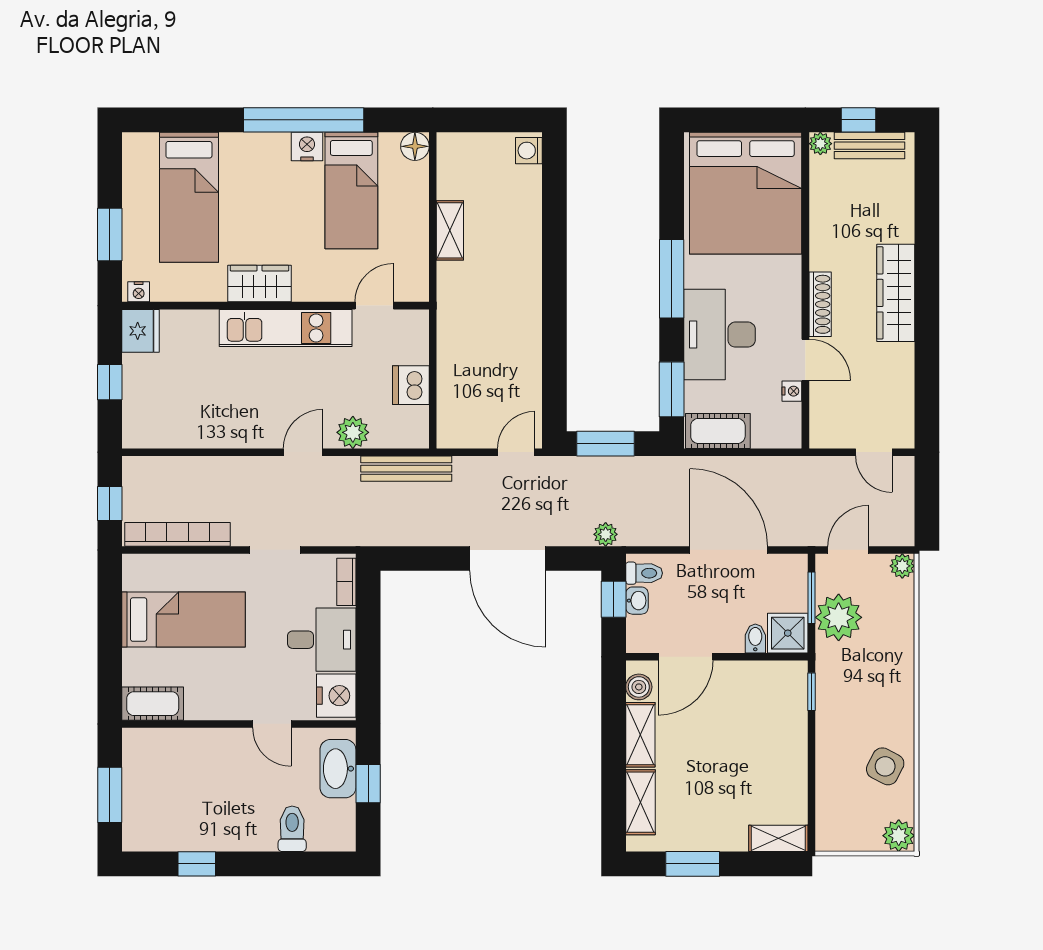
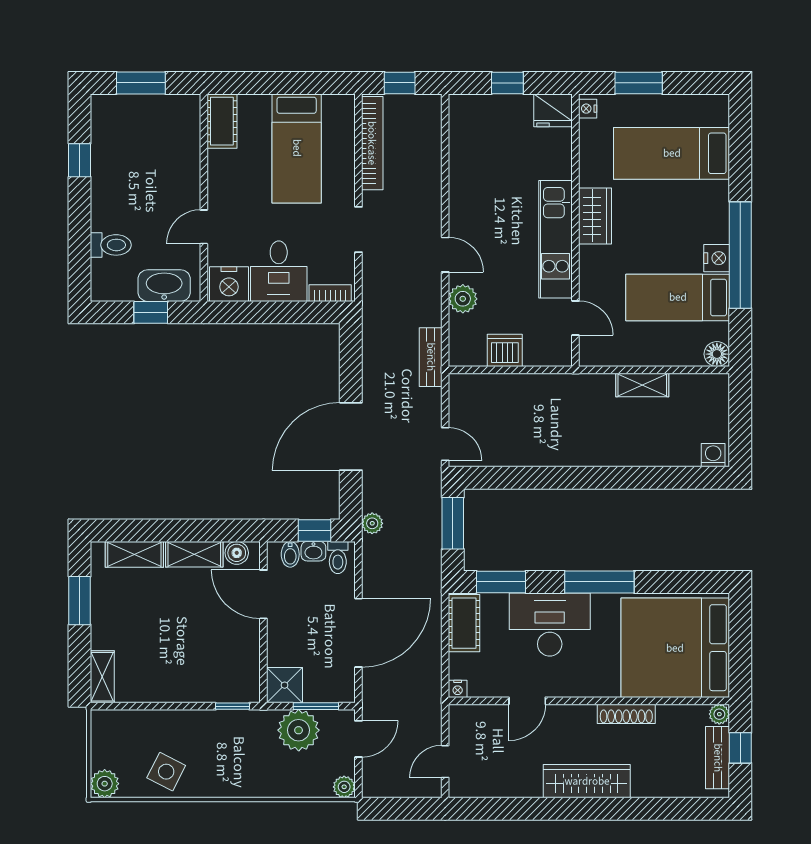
shoe rack: (820, 304) -> (626, 714), moved
nightstand: (792, 391) -> (458, 689), moved
bench: (406, 469) -> (431, 357), width x0.73
door: (848, 550) -> (358, 739), hinge flipped
bidet: (755, 638) -> (290, 554), moved, turned 90

